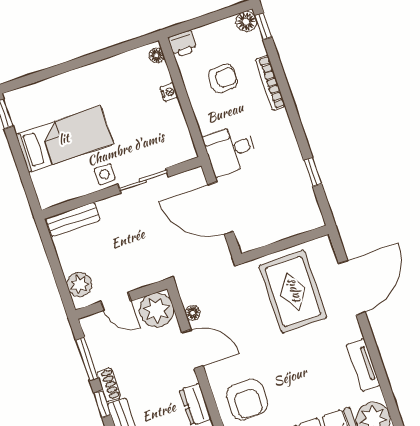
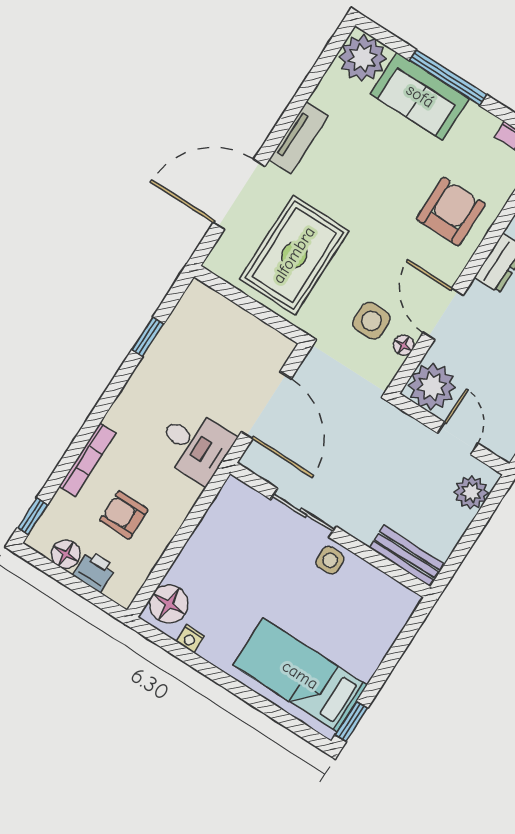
floor lamp: (246, 22) -> (66, 554), moved
printer: (183, 44) -> (95, 571), moved
floor lamp: (156, 55) -> (169, 604), width x1.89, depth x1.89
nightstand: (169, 92) -> (190, 639), moved, turned -90
bed: (64, 139) -> (300, 675), moved
side table: (221, 305) -> (371, 321), added
tv unit: (363, 365) -> (299, 138), moved

